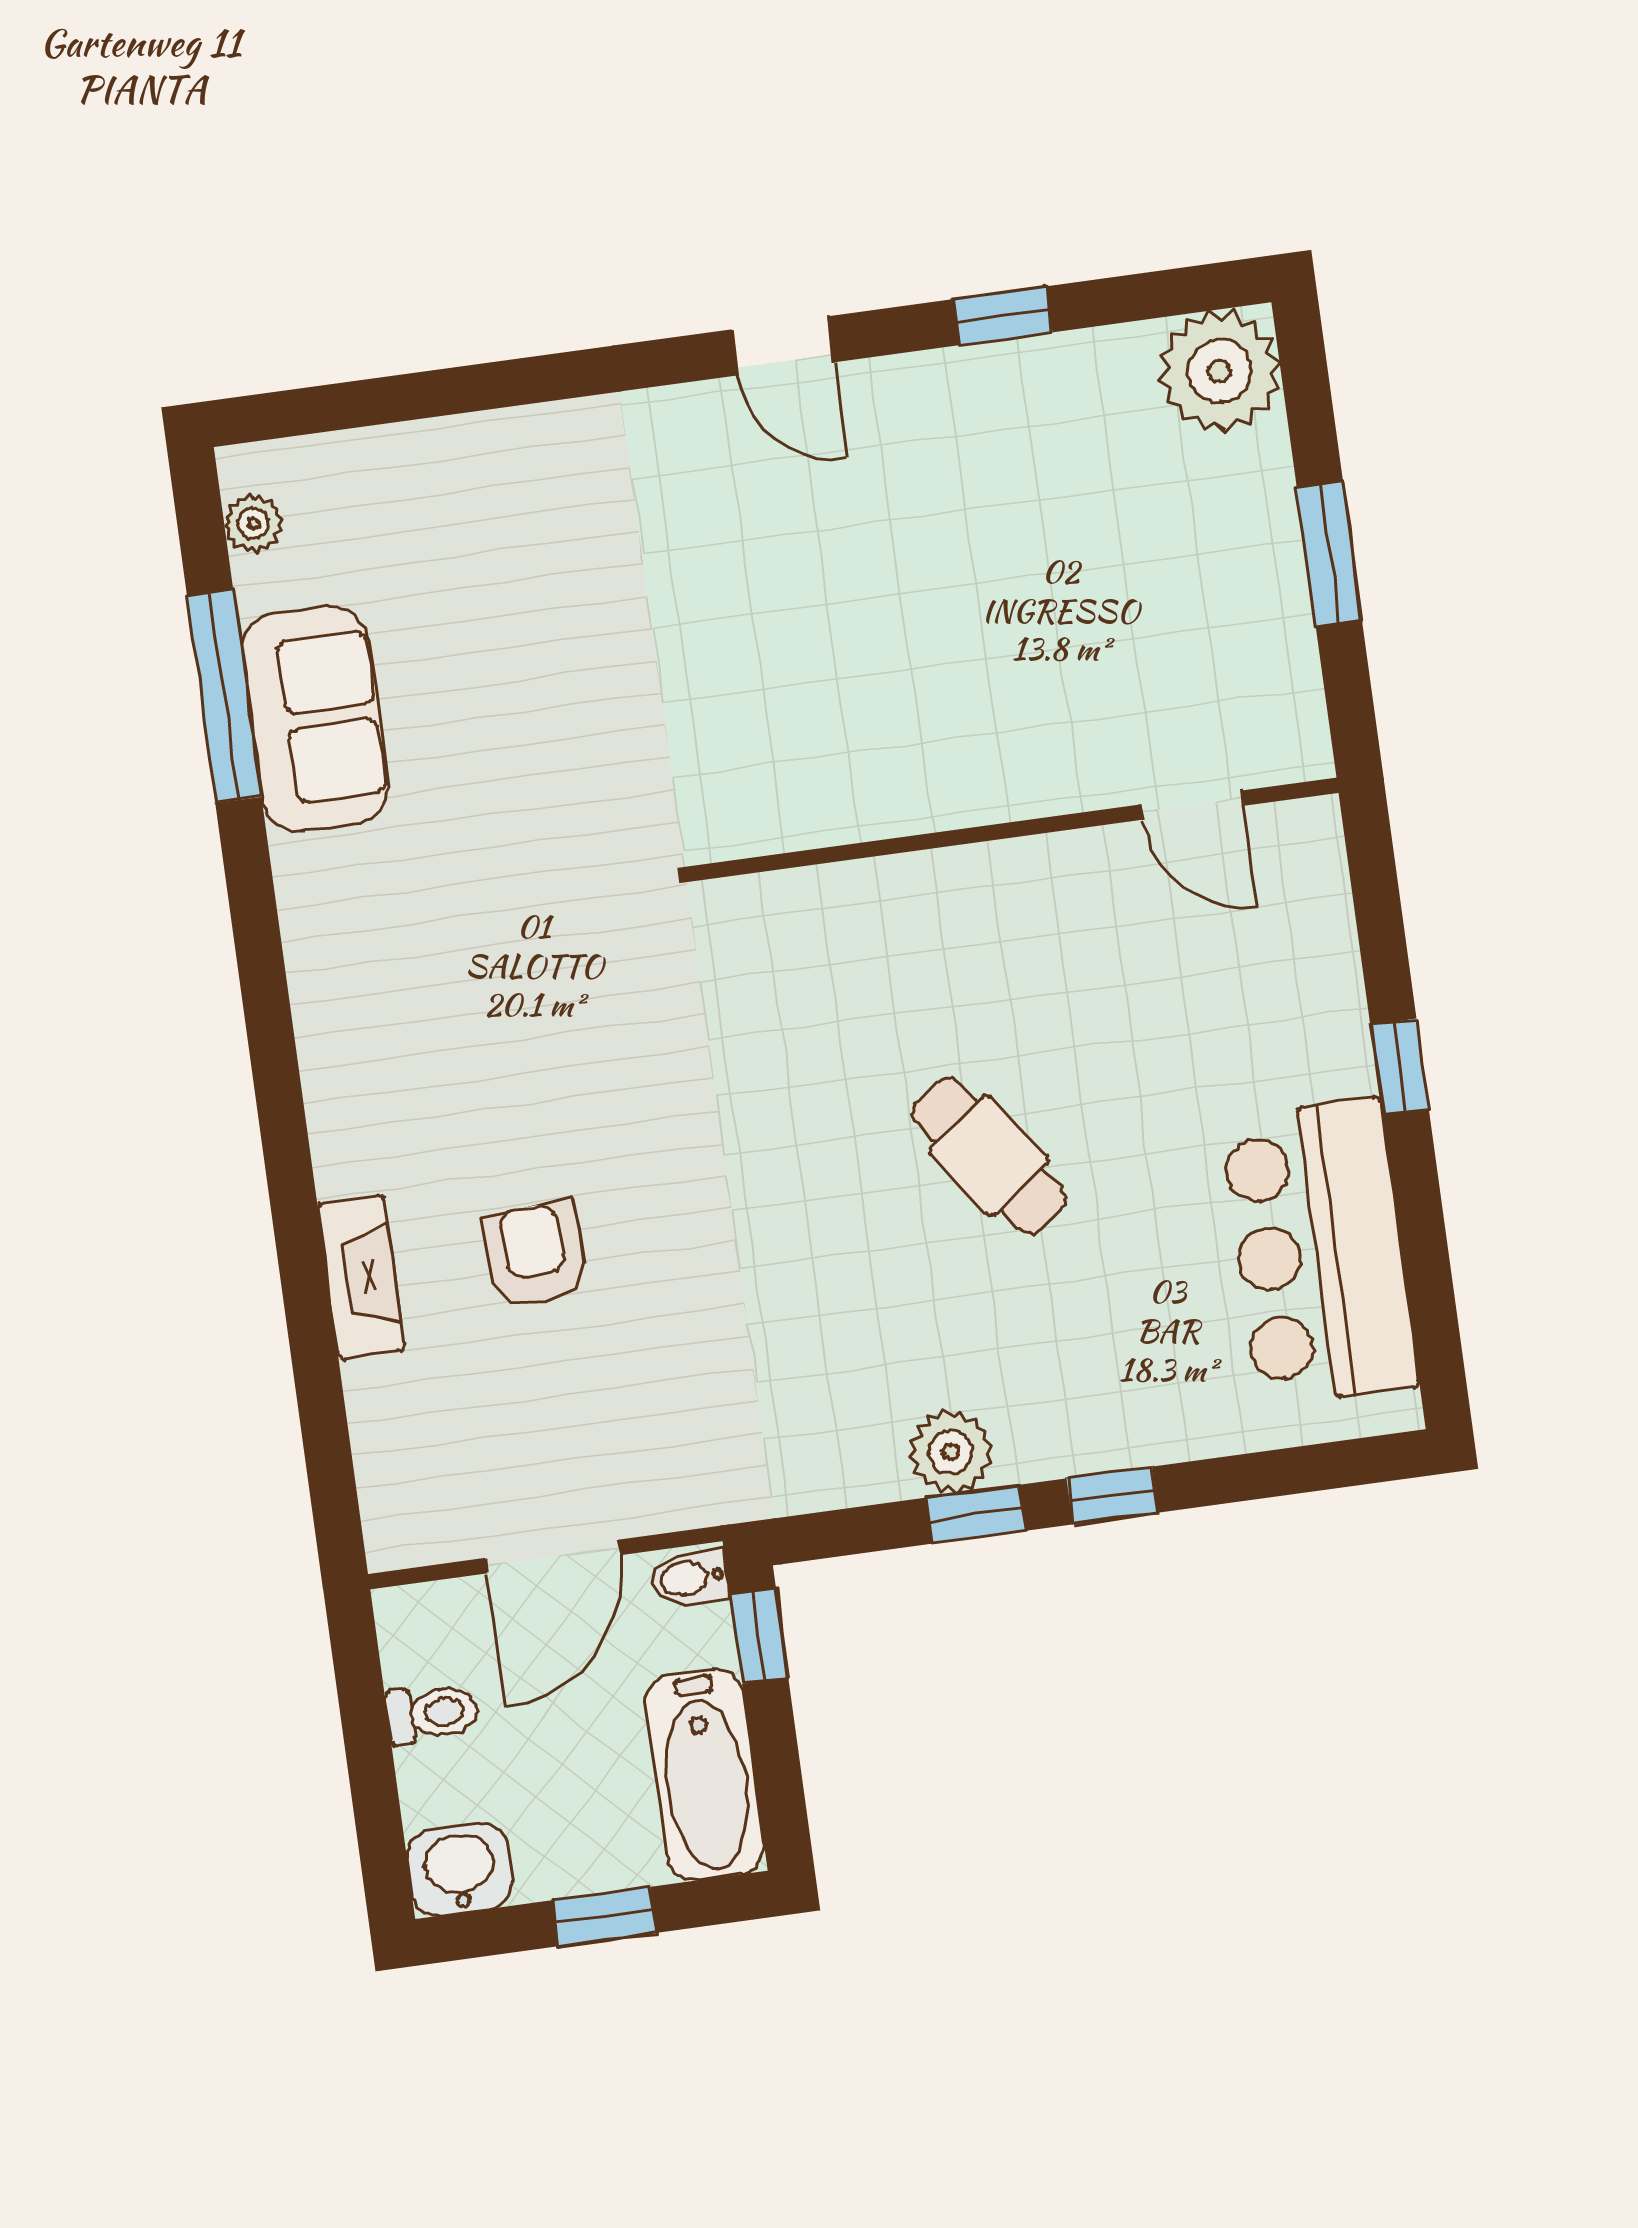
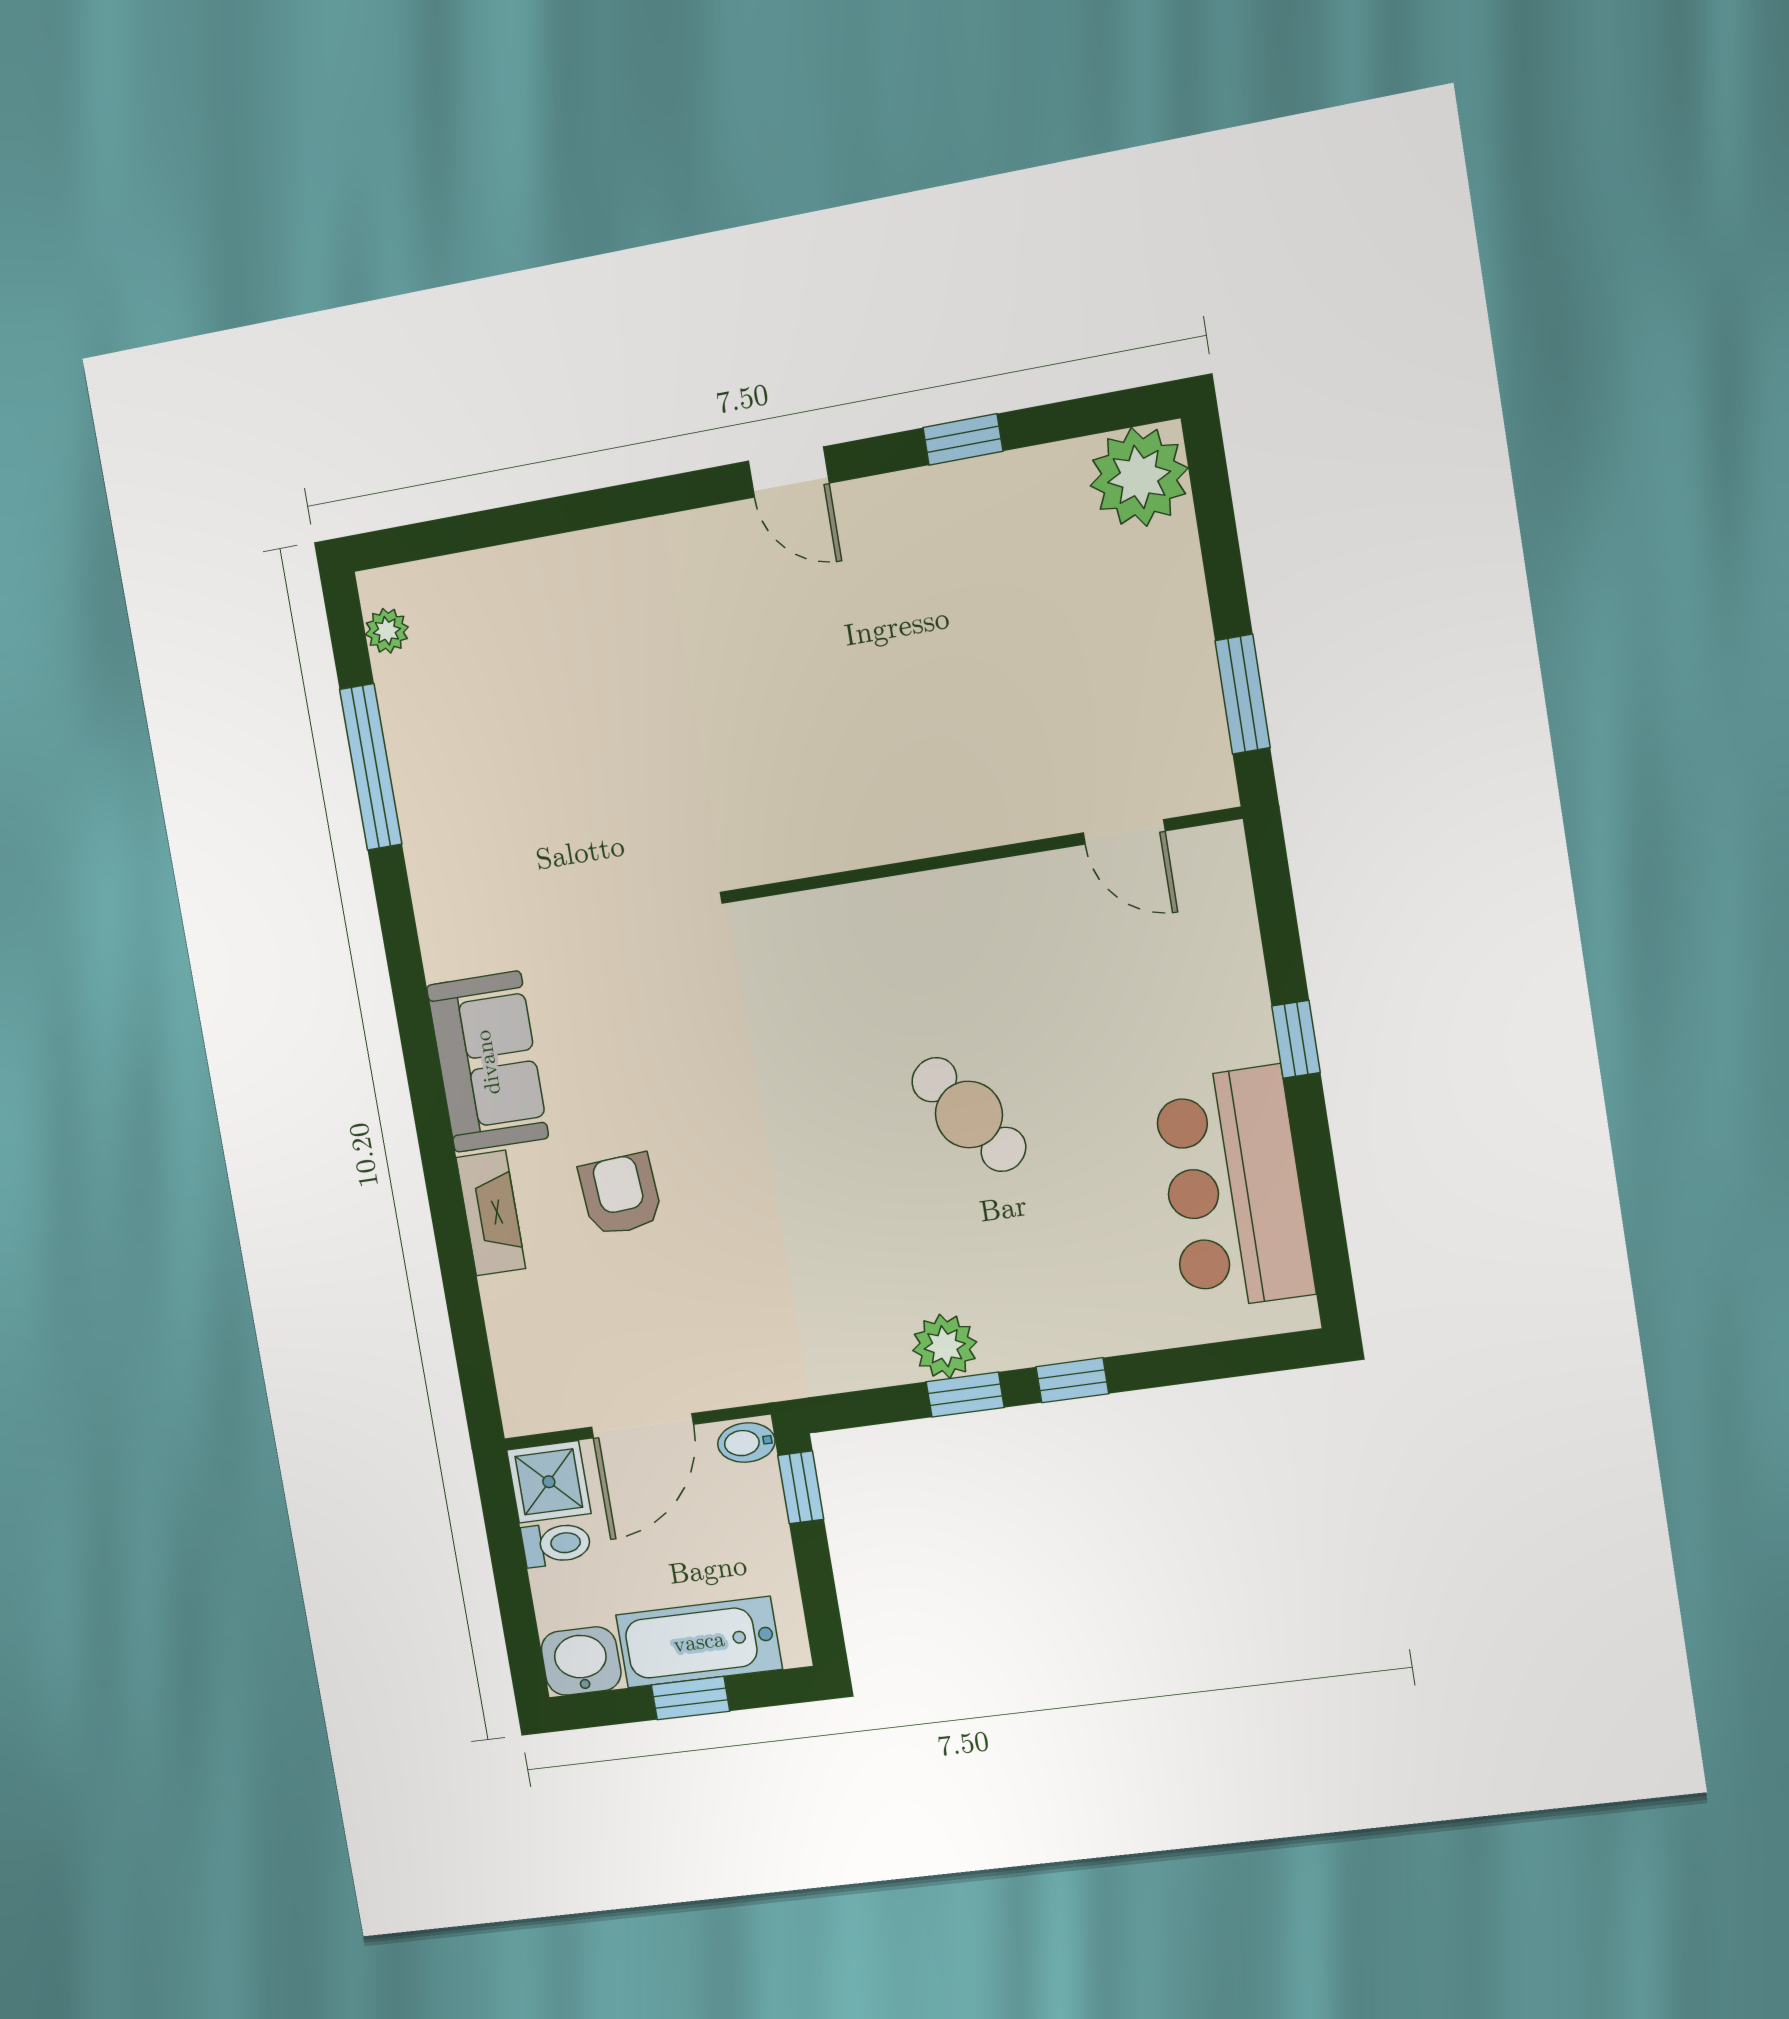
window: (1329, 554) -> (1243, 694), moved
sofa: (315, 719) -> (488, 1062), moved
shower: (425, 1631) -> (549, 1482), added
bathtub: (705, 1774) -> (699, 1642), moved, turned 90

